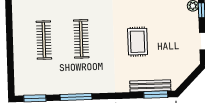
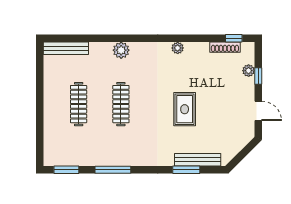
window: (156, 95) -> (186, 170), moved

